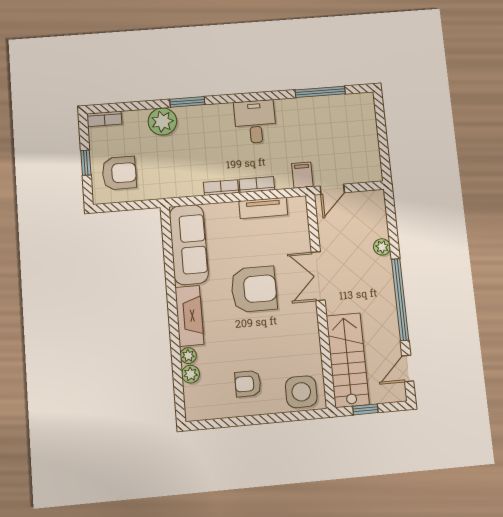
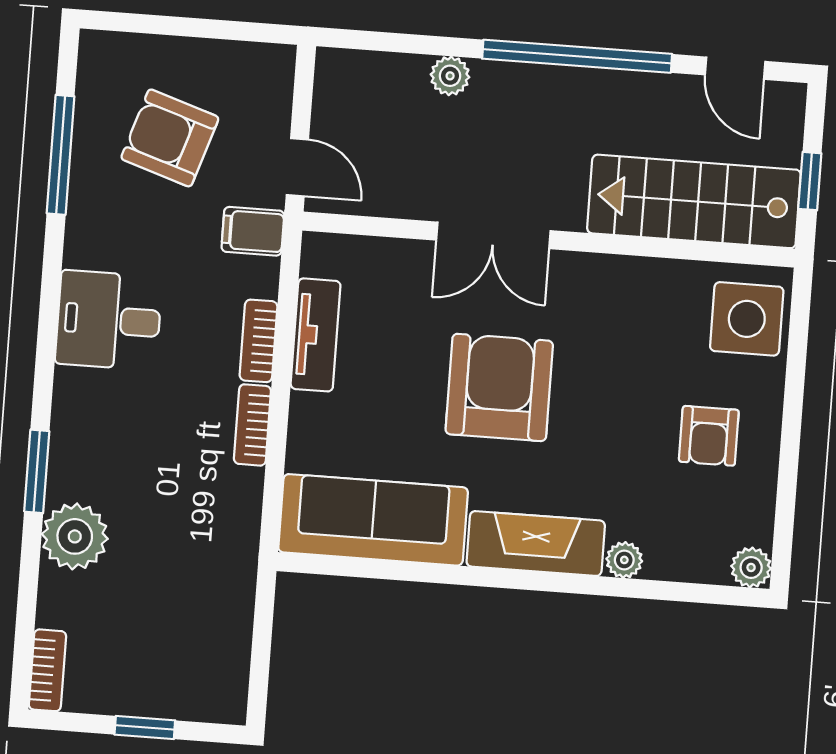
armchair: (119, 173) -> (170, 138), moved, turned -72
plant: (191, 374) -> (751, 567), moved

